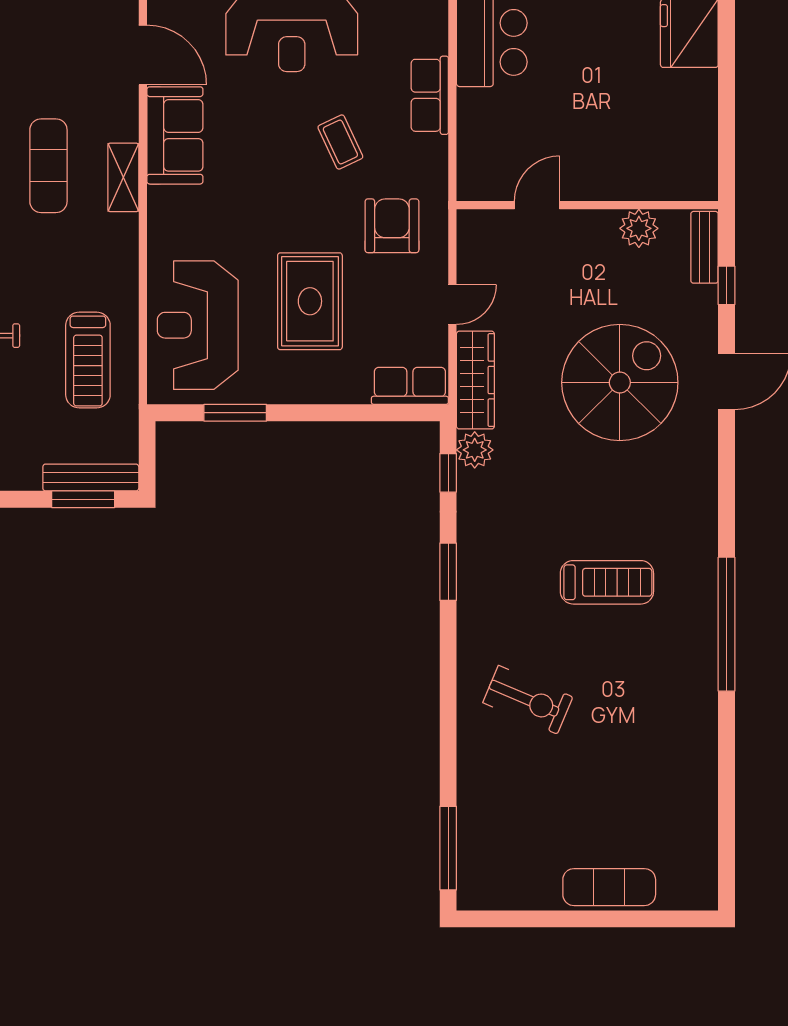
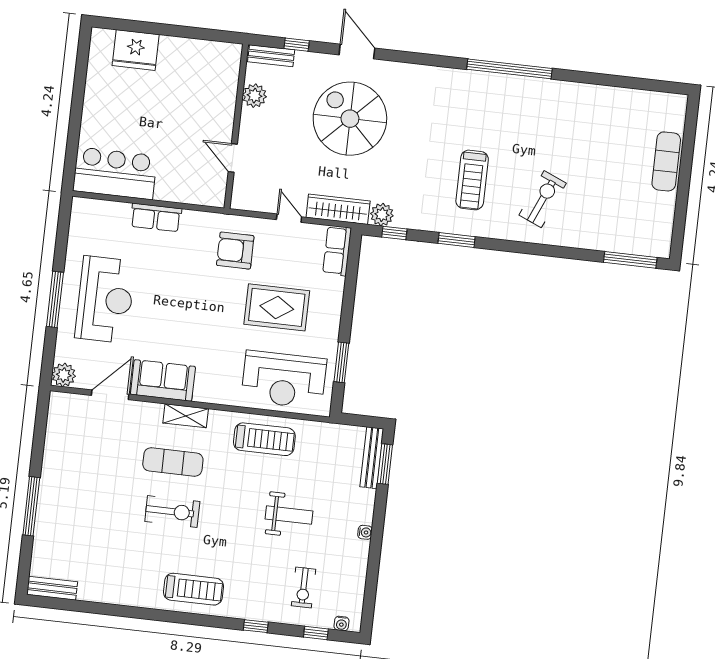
coffee table: (340, 142) -> (179, 277), removed
treadmill: (88, 360) -> (264, 439), moved
treadmill: (607, 582) -> (472, 180), moved, turned 180

